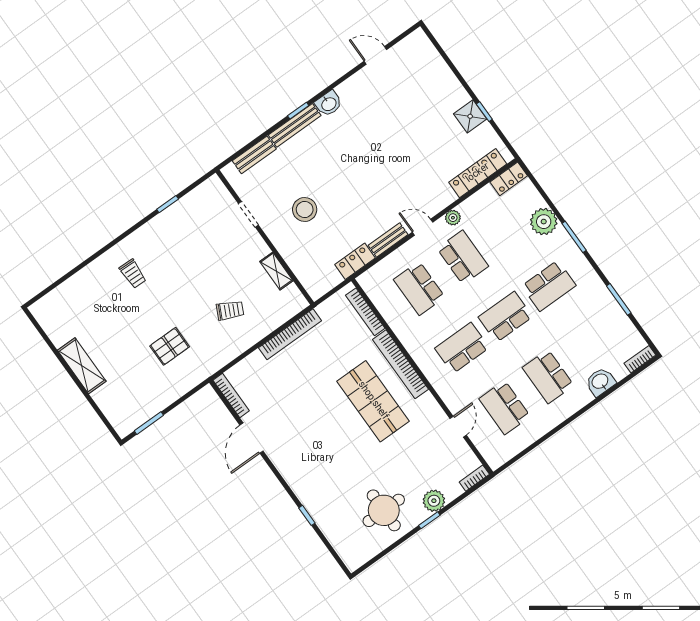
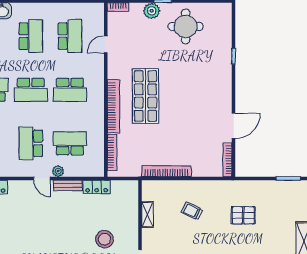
plant: (453, 218) -> (58, 171), moved
school desk: (419, 288) -> (70, 143), turned -90

